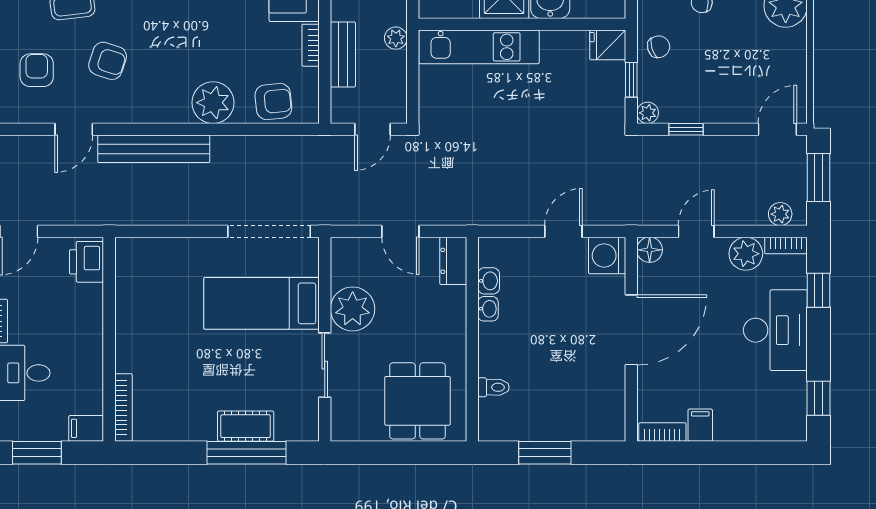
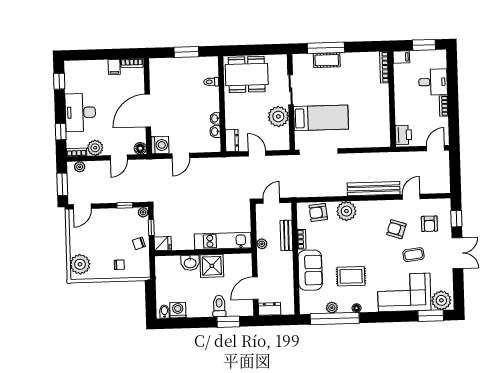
dining table: (418, 401) -> (247, 74), width x1.37

